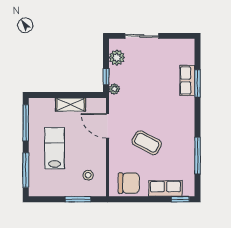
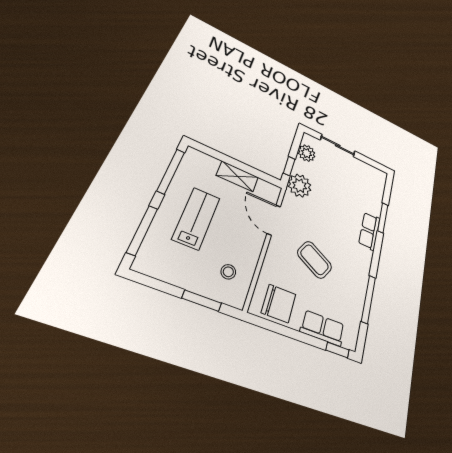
row of seats: (187, 81) -> (369, 231), moved
plant: (114, 89) -> (300, 186), width x1.88, depth x1.88

